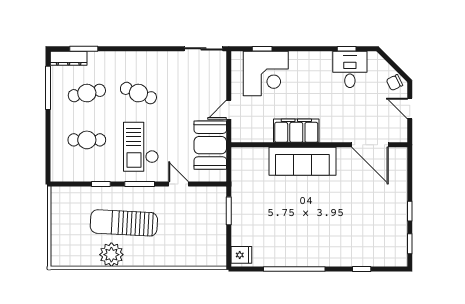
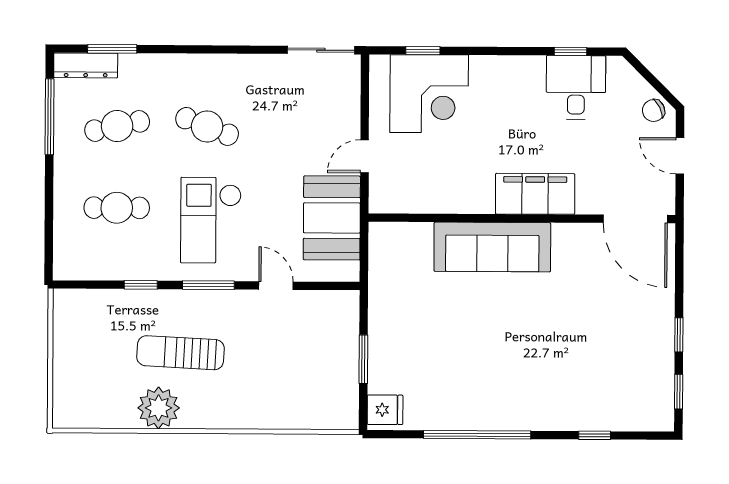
filing cabinet: (296, 131) -> (535, 194), moved
door: (370, 145) -> (635, 219), moved
window: (229, 211) -> (363, 359), moved
sun lounger: (124, 223) -> (180, 353), width x0.73, depth x0.75

